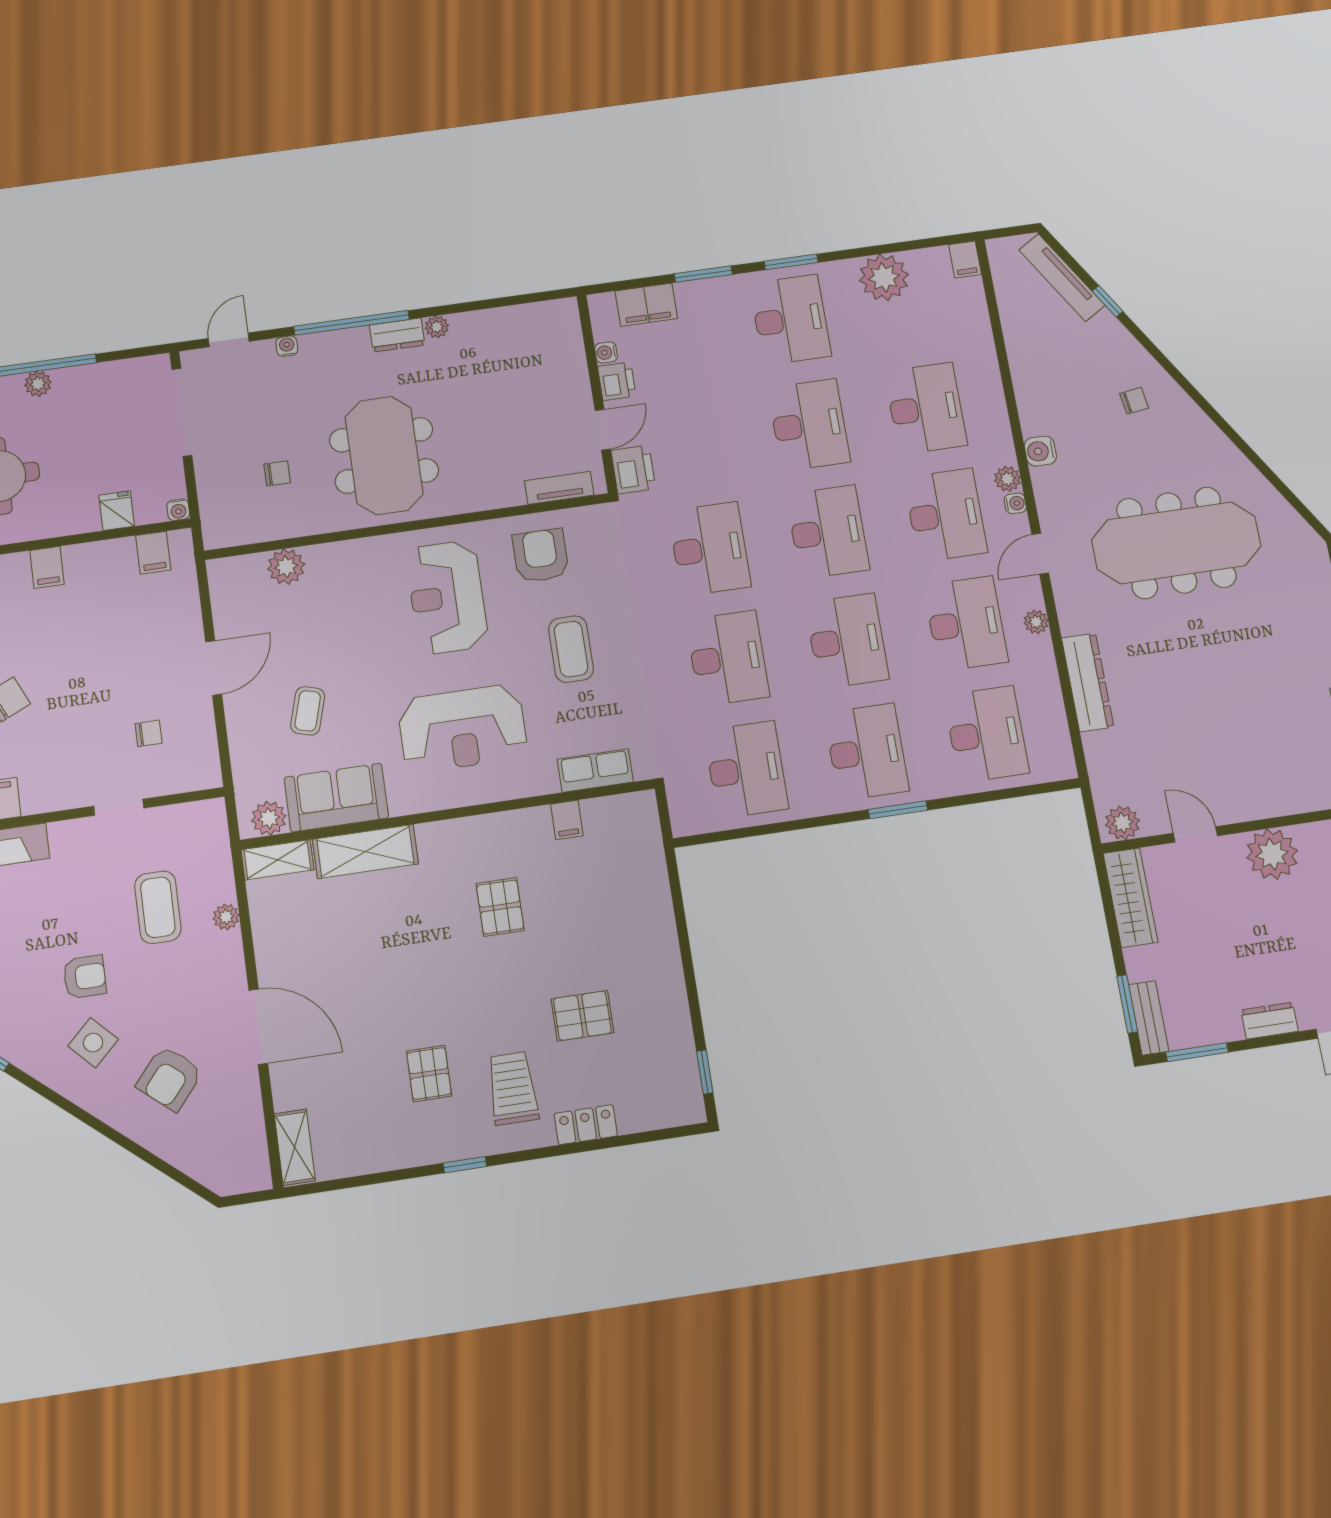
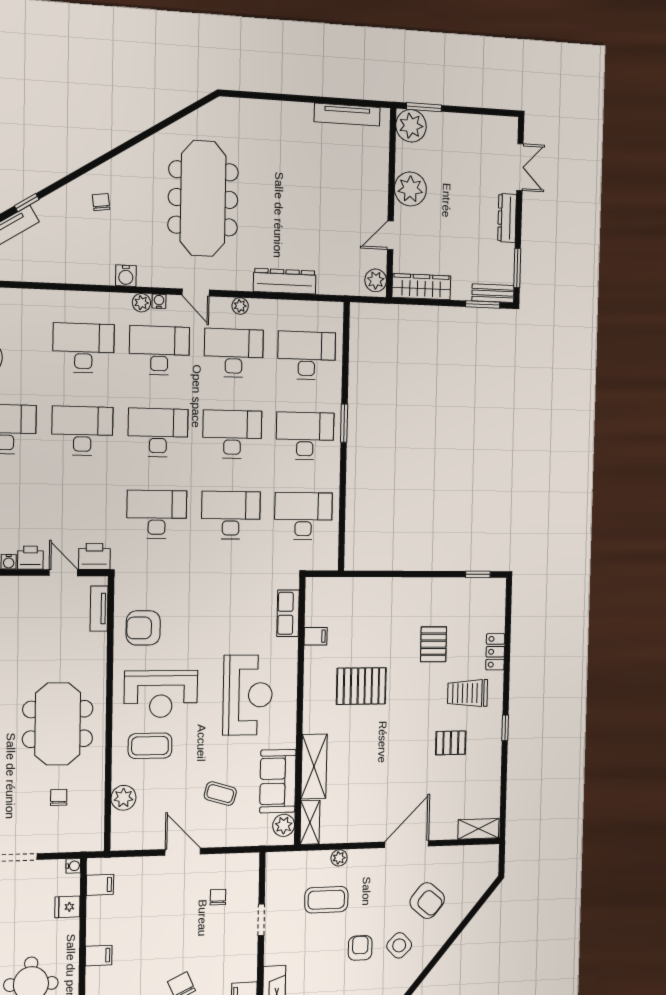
meeting table: (384, 455) -> (58, 724), turned 90
coffee table: (571, 649) -> (150, 746), moved
pallet: (500, 907) -> (361, 686), width x1.50, depth x1.42
dresser: (1270, 1021) -> (507, 218), width x1.44

